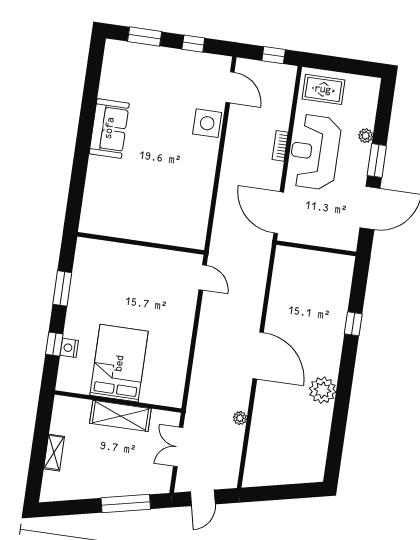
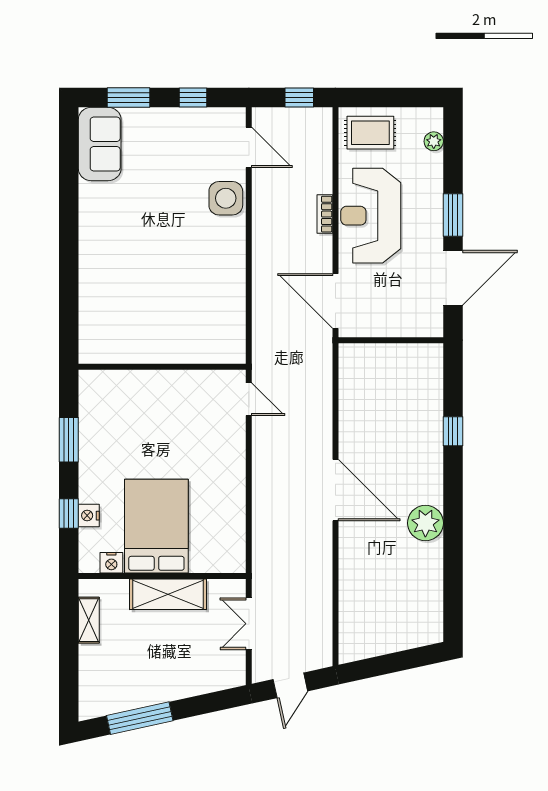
sofa: (109, 128) -> (100, 144), moved
plant: (366, 136) -> (434, 141), moved
nightstand: (81, 386) -> (111, 563), added
plant: (240, 418) -> (323, 575), removed
shelving: (54, 453) -> (89, 620), moved
window: (126, 503) -> (140, 718), moved

